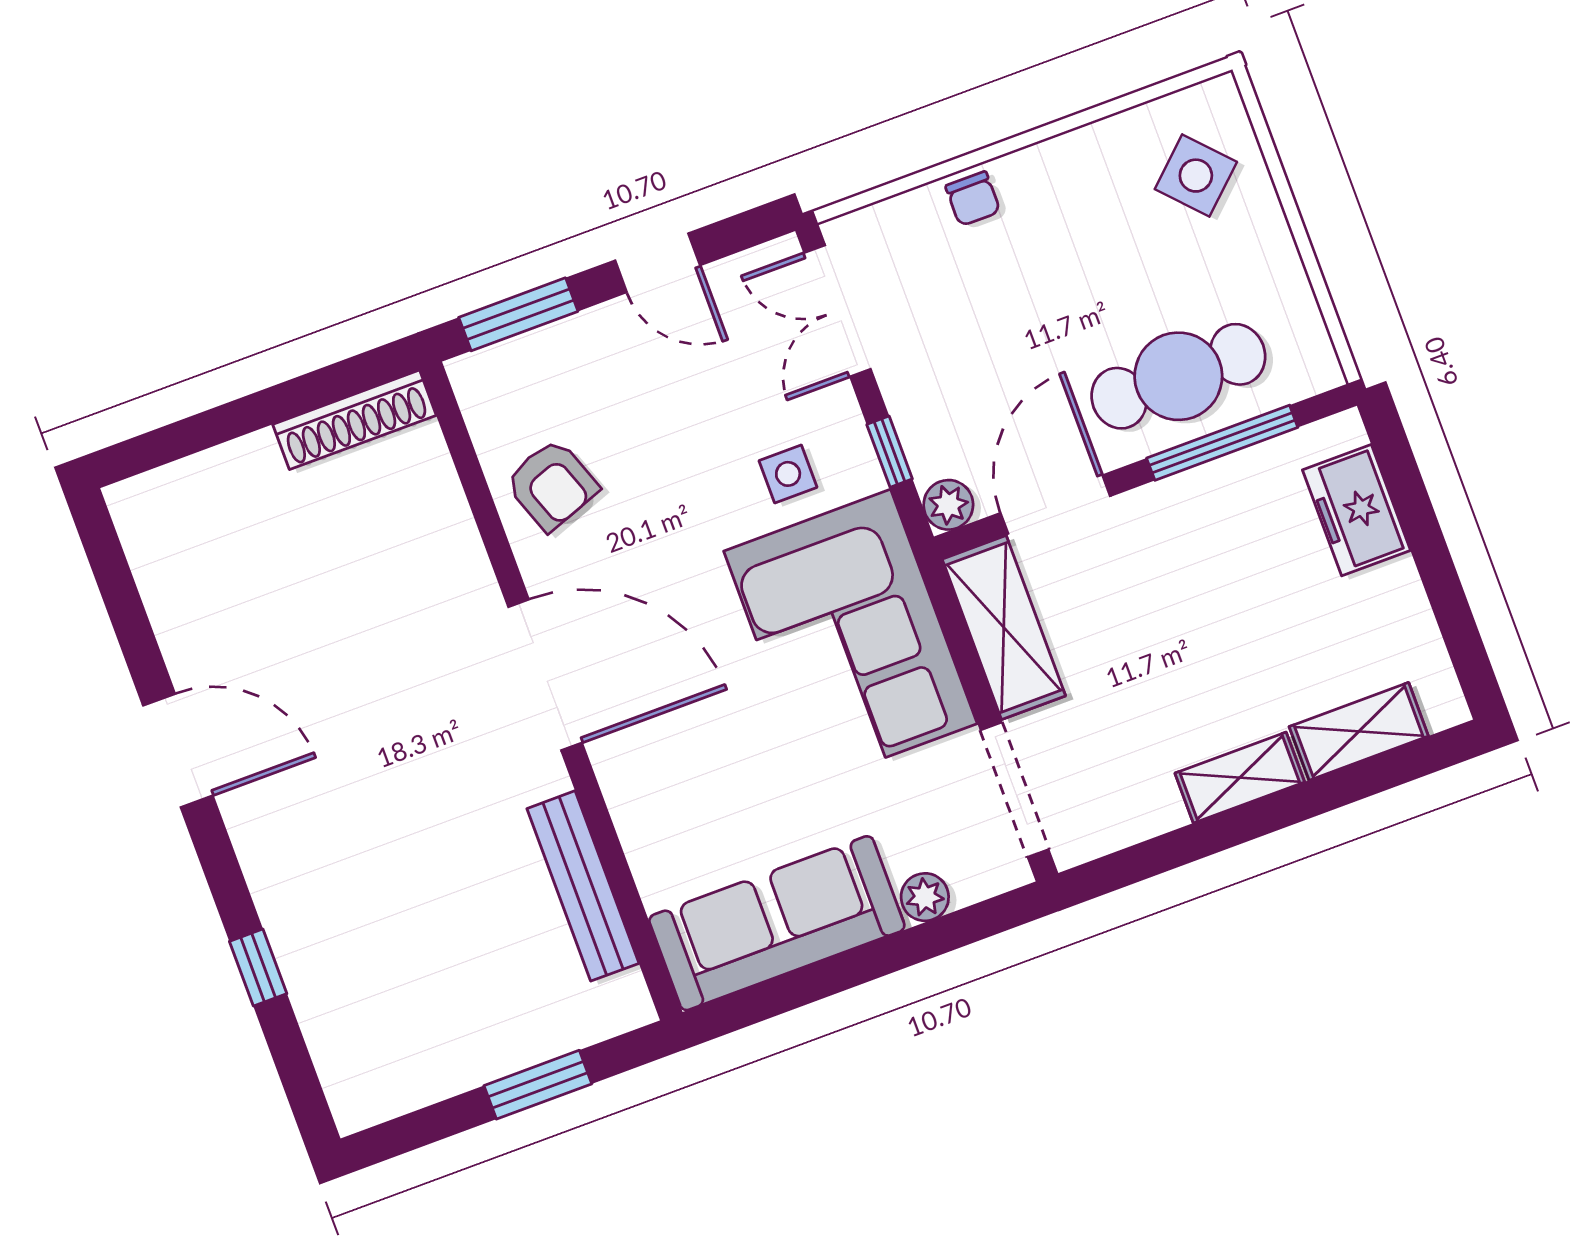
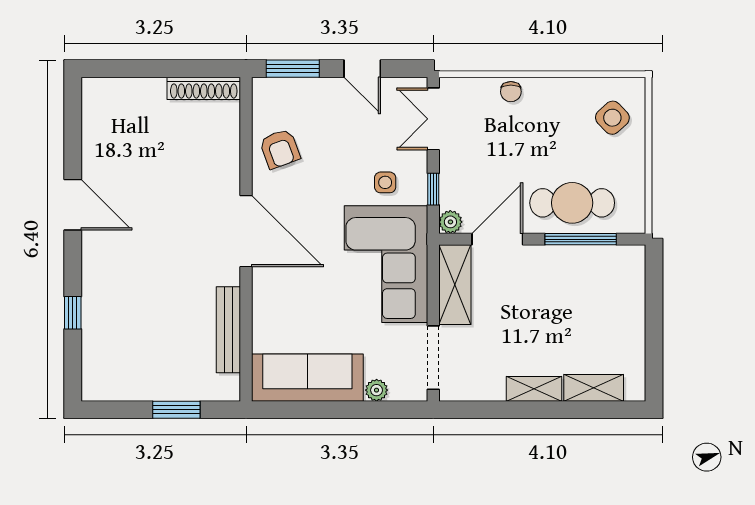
freezer: (1356, 510) -> (629, 290), removed

